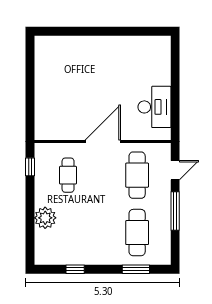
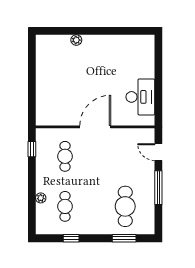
plant: (81, 42) -> (76, 40), added
door: (175, 170) -> (158, 152), swing flipped
cafe table: (137, 175) -> (65, 206), moved, width x0.73, depth x0.74
plant: (45, 218) -> (41, 198), width x0.53, depth x0.53

